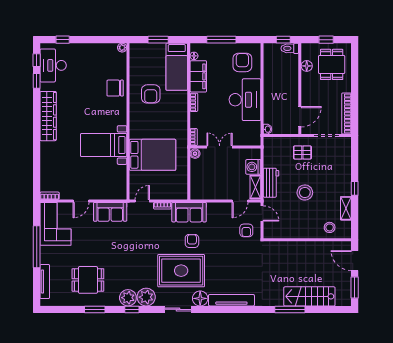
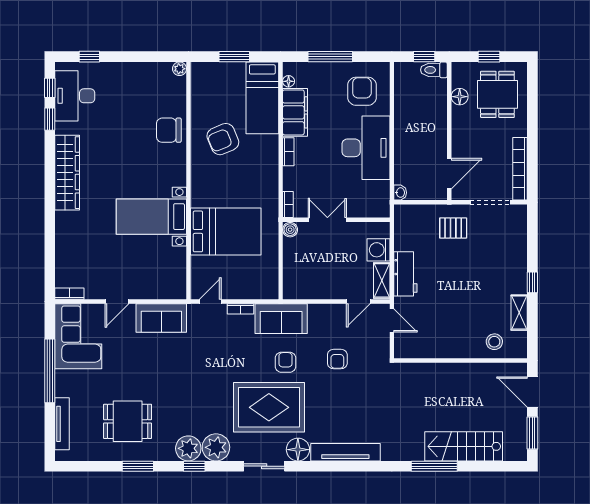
armchair: (151, 94) -> (223, 139), turned 67
stool: (305, 192) -> (457, 289), removed
armchair: (246, 230) -> (337, 359), moved

